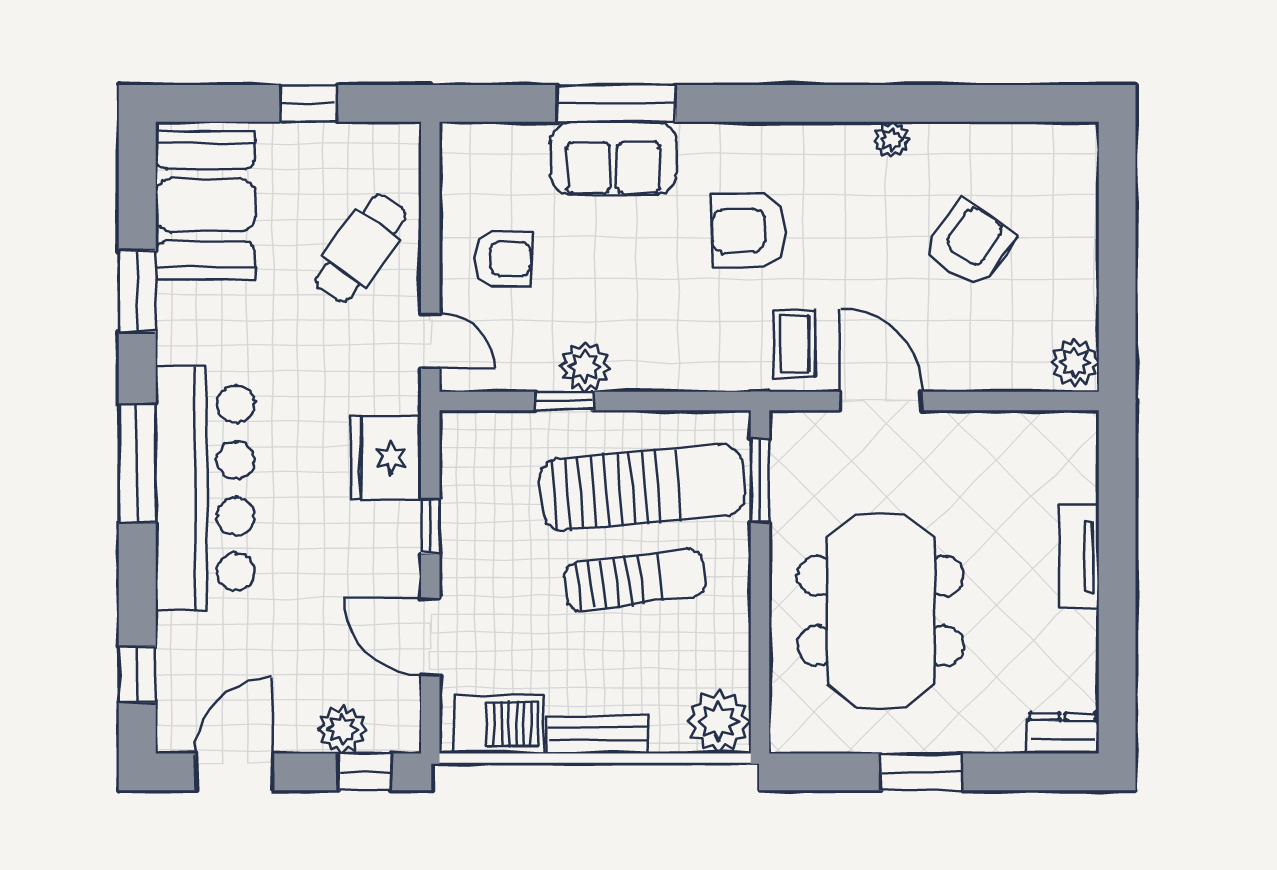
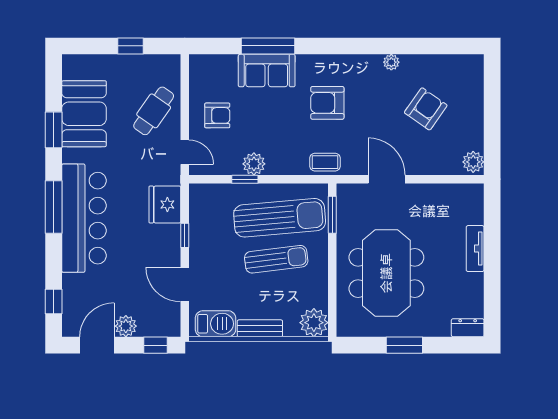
booth: (205, 205) -> (84, 114), moved
coffee table: (795, 344) -> (325, 162), moved, turned 90
plant: (342, 729) -> (126, 326), moved

